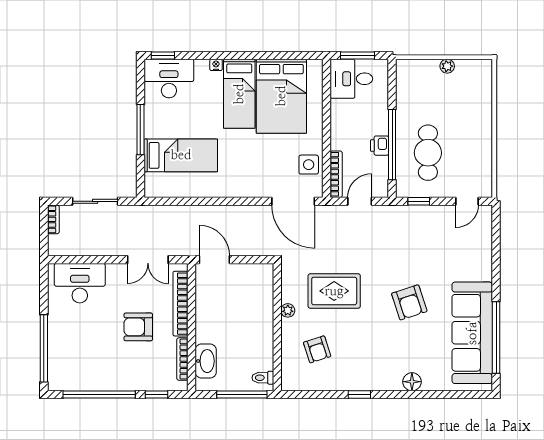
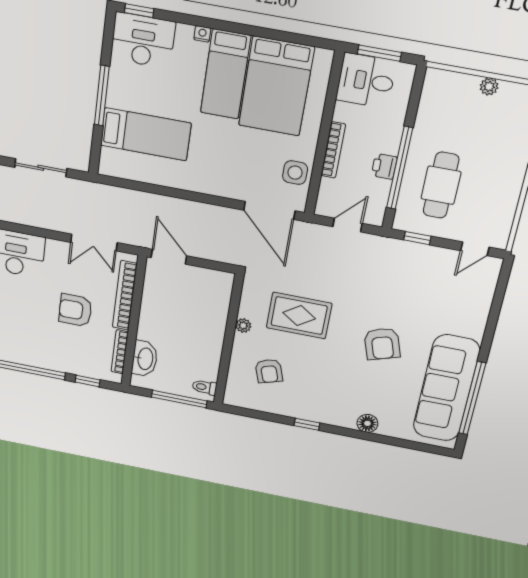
bookcase: (336, 174) -> (333, 150), moved

